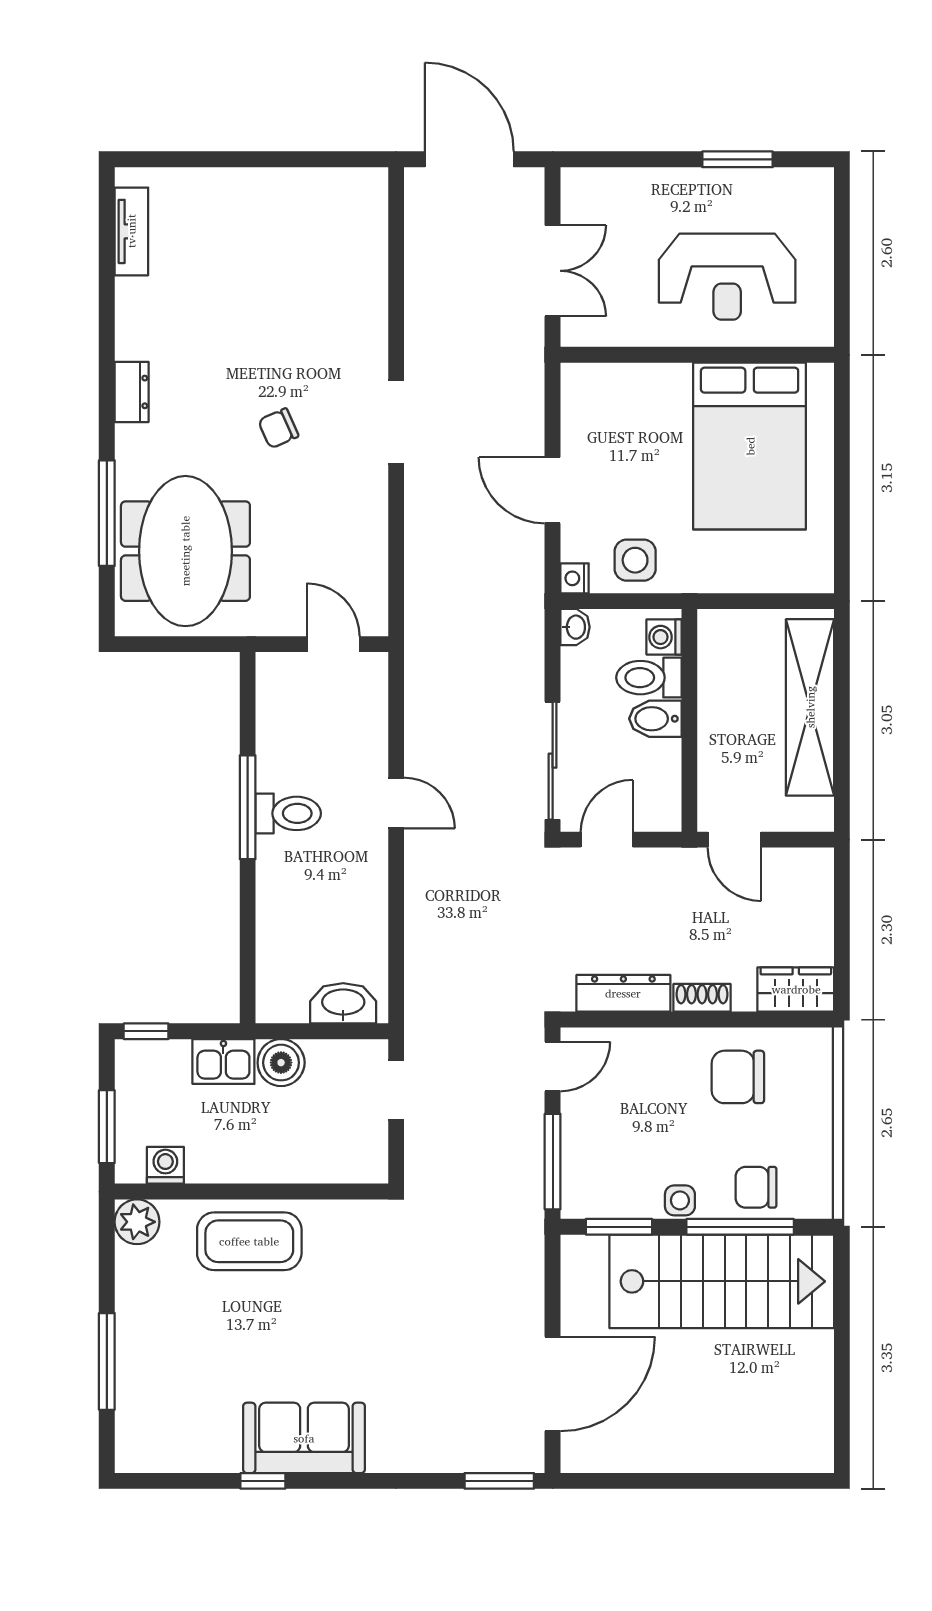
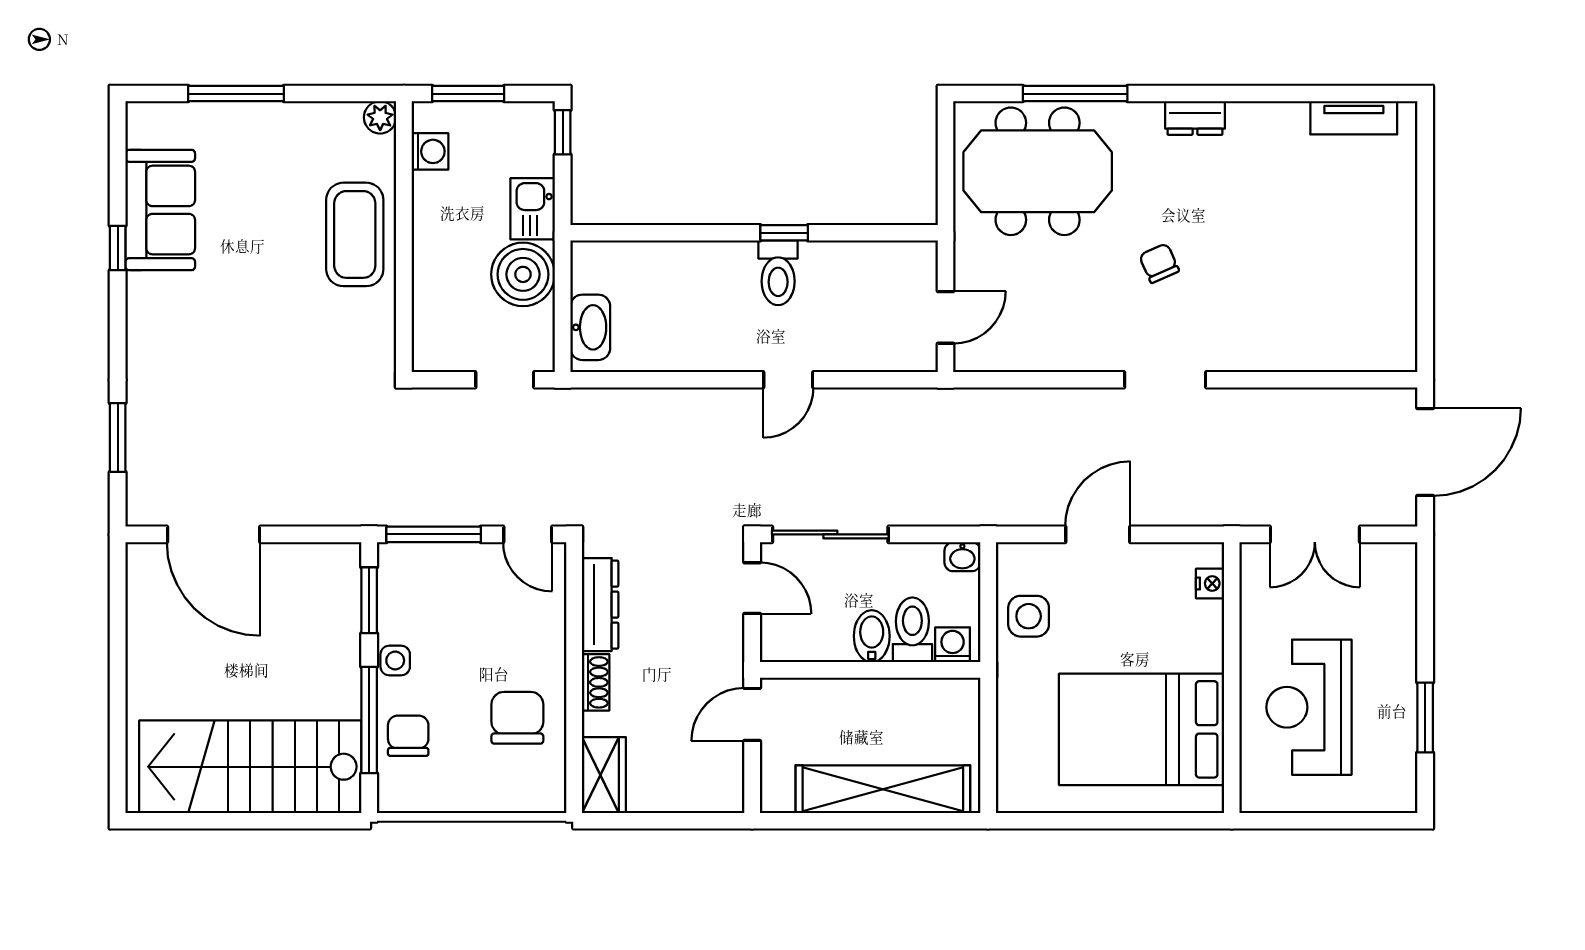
nightstand: (575, 578) -> (1210, 583), moved, turned 90
window: (248, 807) -> (784, 233), width x0.46
boiler: (281, 1063) -> (523, 274), width x1.37, depth x1.37
plant: (137, 1222) -> (380, 117), width x0.73, depth x0.73
stairs: (722, 1281) -> (250, 767), moved, turned 90
sofa: (304, 1438) -> (160, 210), moved
window: (499, 1481) -> (118, 438), moved

